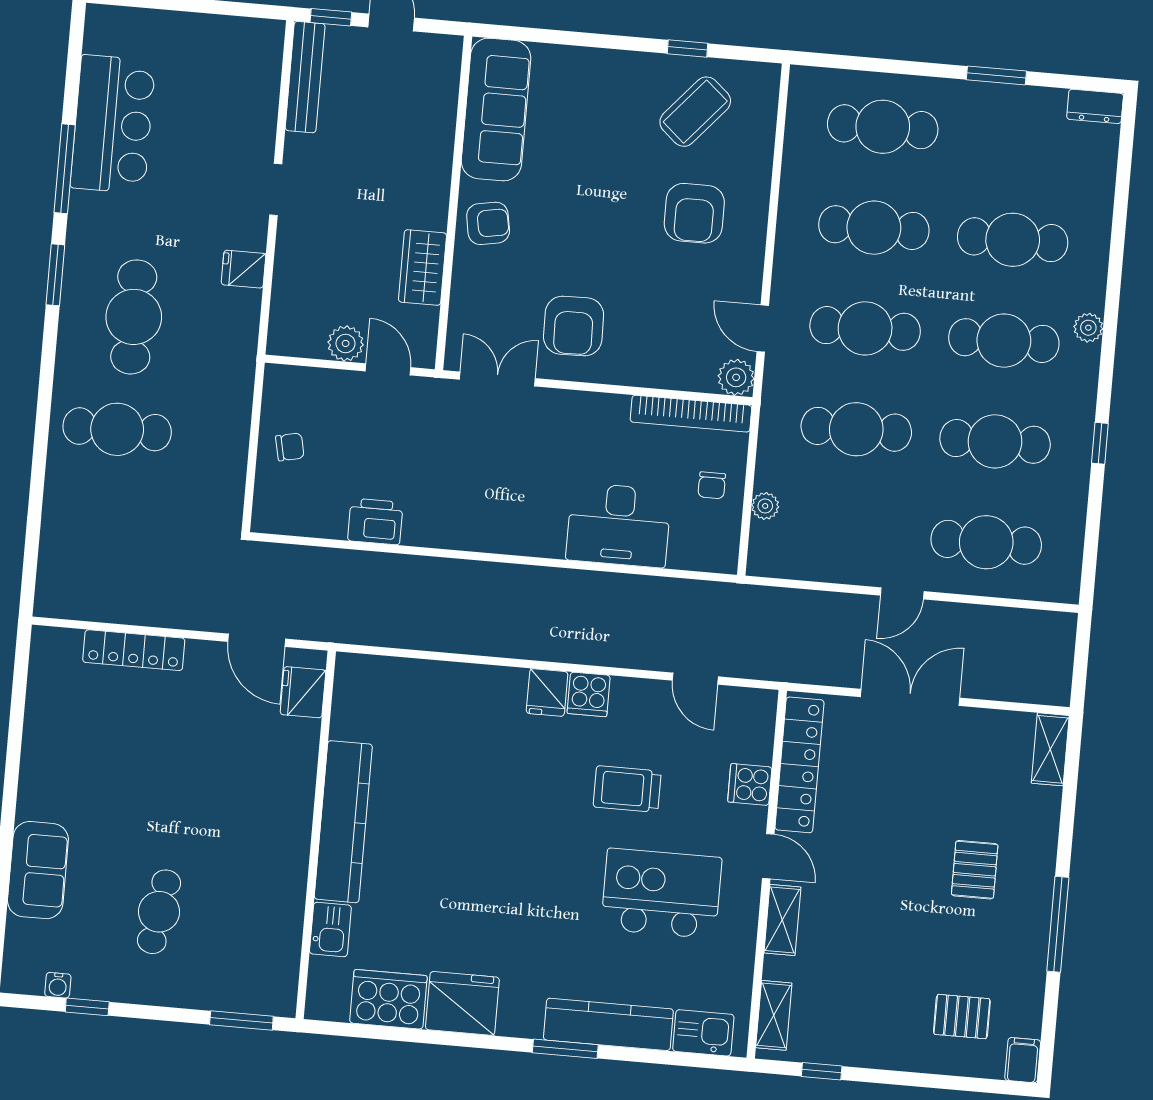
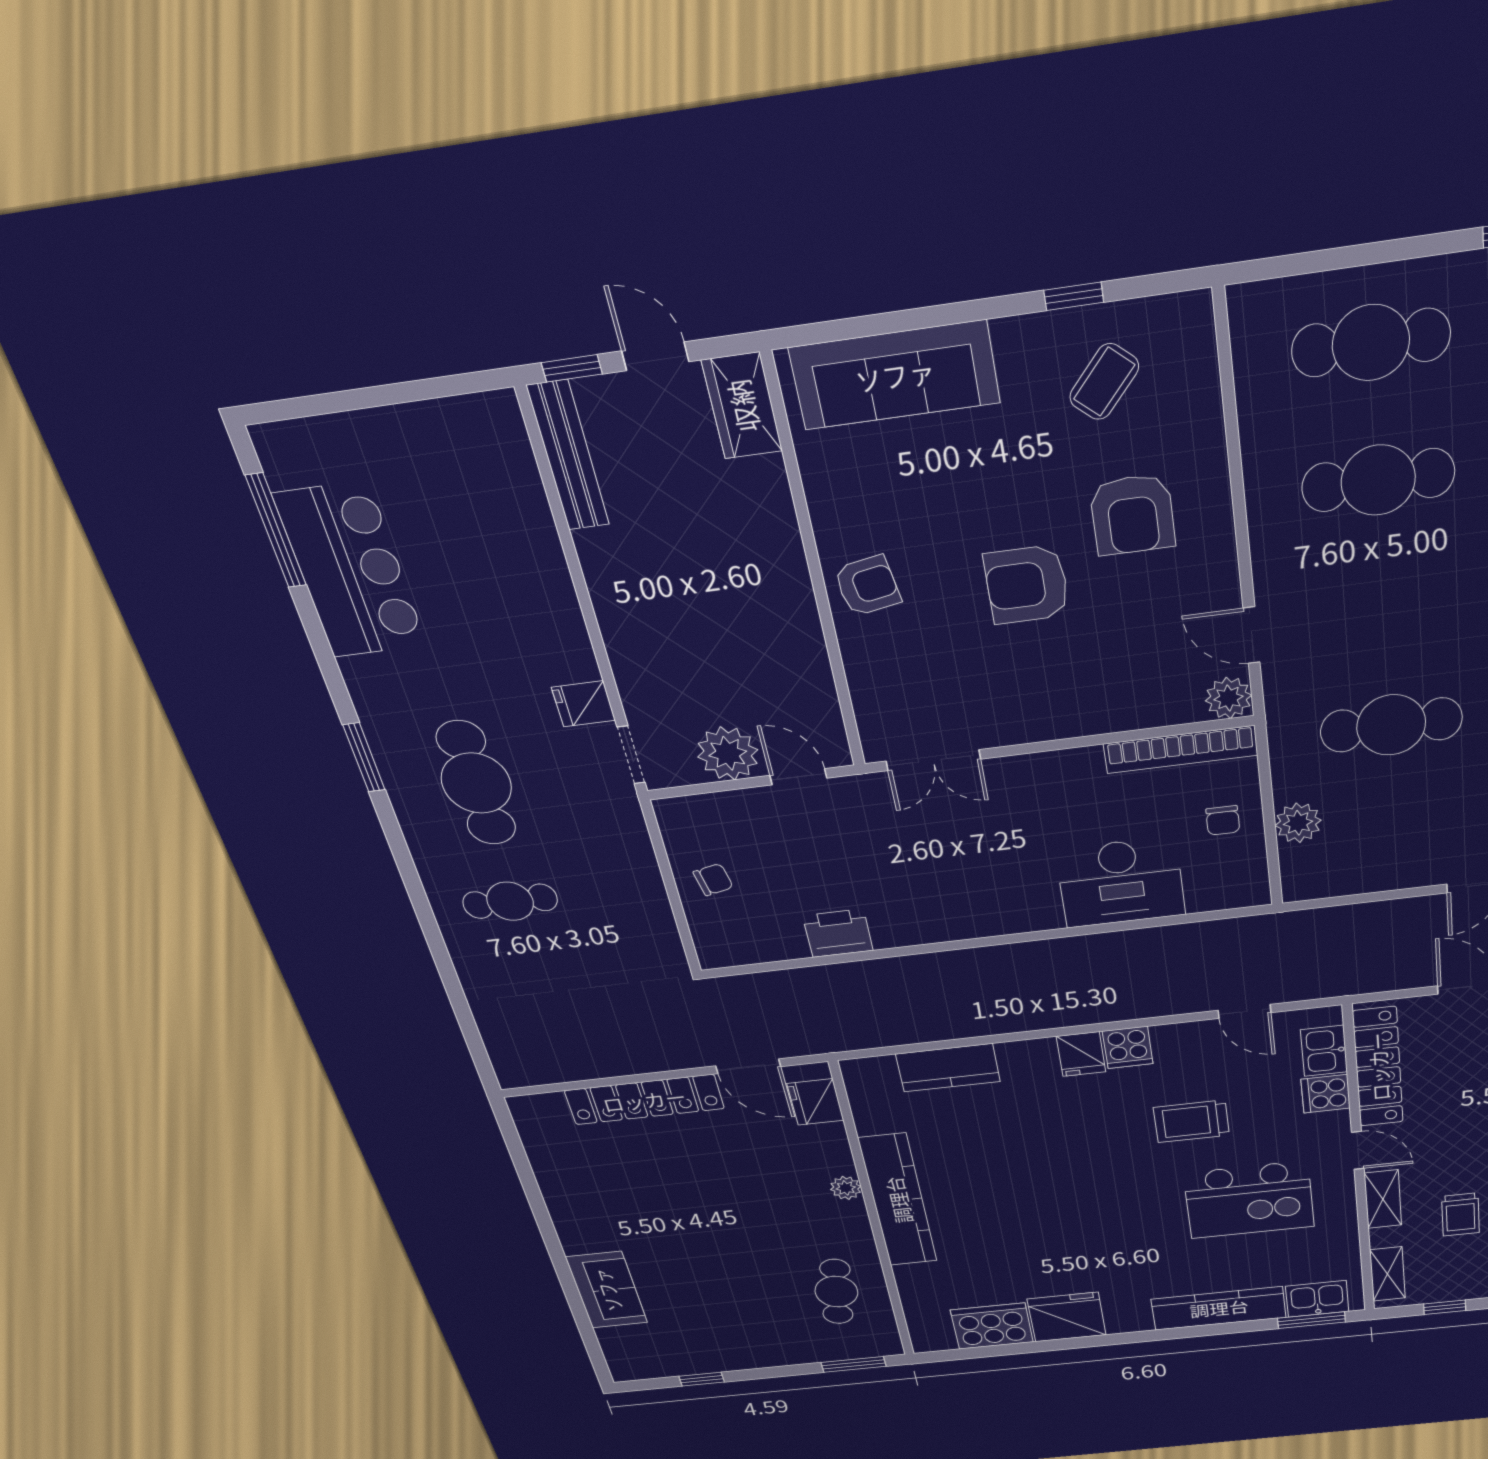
sofa: (496, 110) -> (895, 375), moved, turned 90
coffee table: (695, 112) -> (1104, 382), width x0.73, depth x0.77
window: (65, 169) -> (276, 531), moved
doorway: (276, 189) -> (631, 755), moved
wardrobe: (423, 268) -> (742, 406), moved
armchair: (574, 326) -> (1027, 585), moved, turned 91
cafe table: (865, 328) -> (1385, 607), removed
plant: (346, 343) -> (728, 753), width x1.36, depth x1.36
double door: (497, 379) -> (933, 760), swing flipped
cafe table: (117, 429) -> (510, 901), width x0.73, depth x0.74
plant: (765, 506) -> (1298, 823), width x1.38, depth x1.38
locker: (134, 650) -> (644, 1100), width x1.41, depth x1.21
kitchen counter: (429, 681) -> (948, 1068), added
plant: (300, 796) -> (846, 1188), added
kitchen island: (661, 893) -> (1249, 1200), turned 180
cafe table: (159, 912) -> (836, 1292), moved
kitchen sink: (330, 929) -> (1324, 1051), moved, turned 180
trolley: (850, 955) -> (1461, 1215), added
water cooler: (58, 985) -> (666, 1369), removed
window: (565, 1049) -> (1311, 1320), moved

